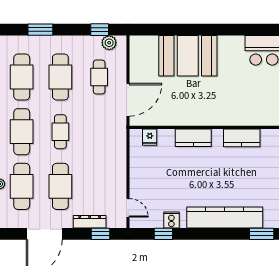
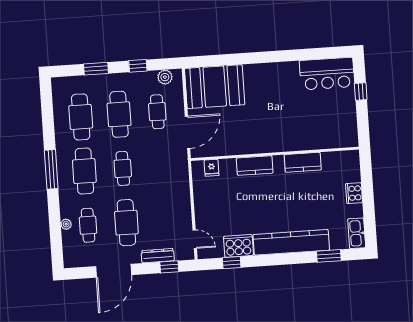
window: (100, 30) -> (138, 66), moved
booth: (188, 56) -> (215, 87), moved
cafe table: (22, 186) -> (88, 225), width x0.73, depth x0.74
cooker: (171, 220) -> (238, 246), width x1.87, depth x1.31

